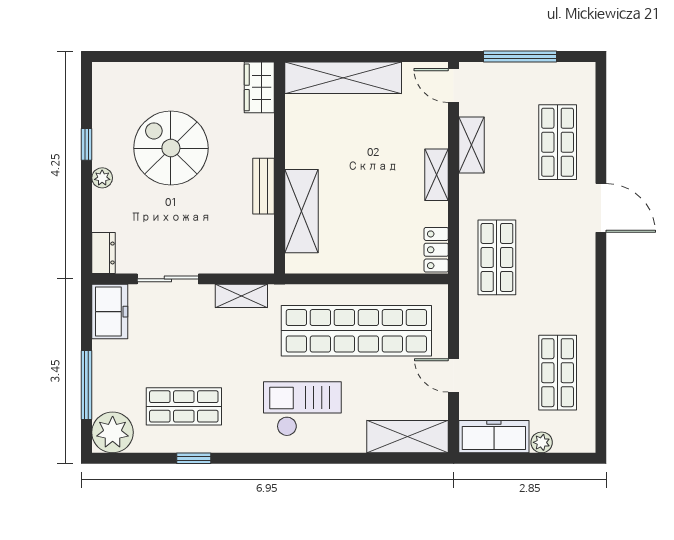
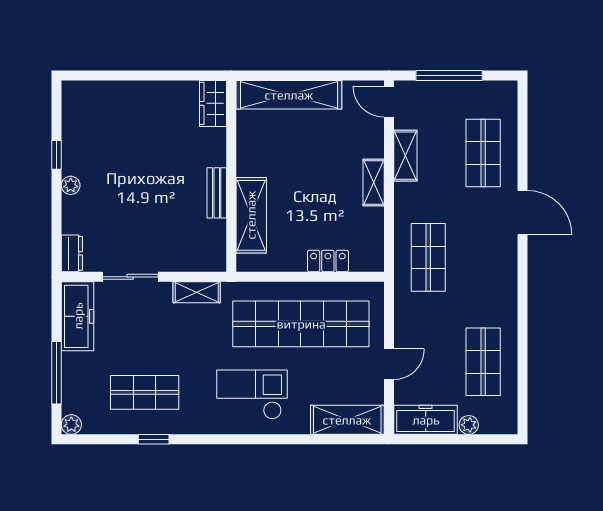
spiral stairs: (171, 148) -> (133, 158), removed
locker: (436, 250) -> (328, 261), moved, turned 90
freezer: (110, 312) -> (78, 316), width x1.40
door: (454, 375) -> (389, 364), swing flipped
plant: (113, 432) -> (71, 425), width x0.53, depth x0.53

